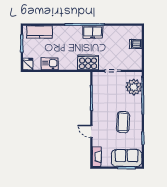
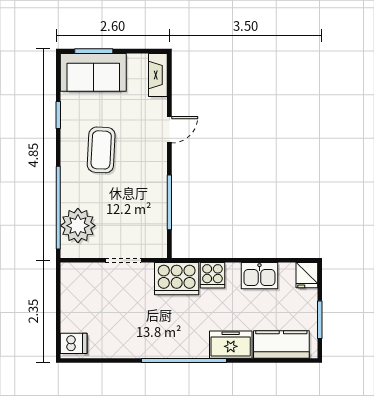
freezer: (93, 32) -> (231, 345), moved
dishwasher: (136, 44) -> (74, 343), moved
cooker: (71, 64) -> (212, 275), added
door: (91, 131) -> (169, 130), hinge flipped

